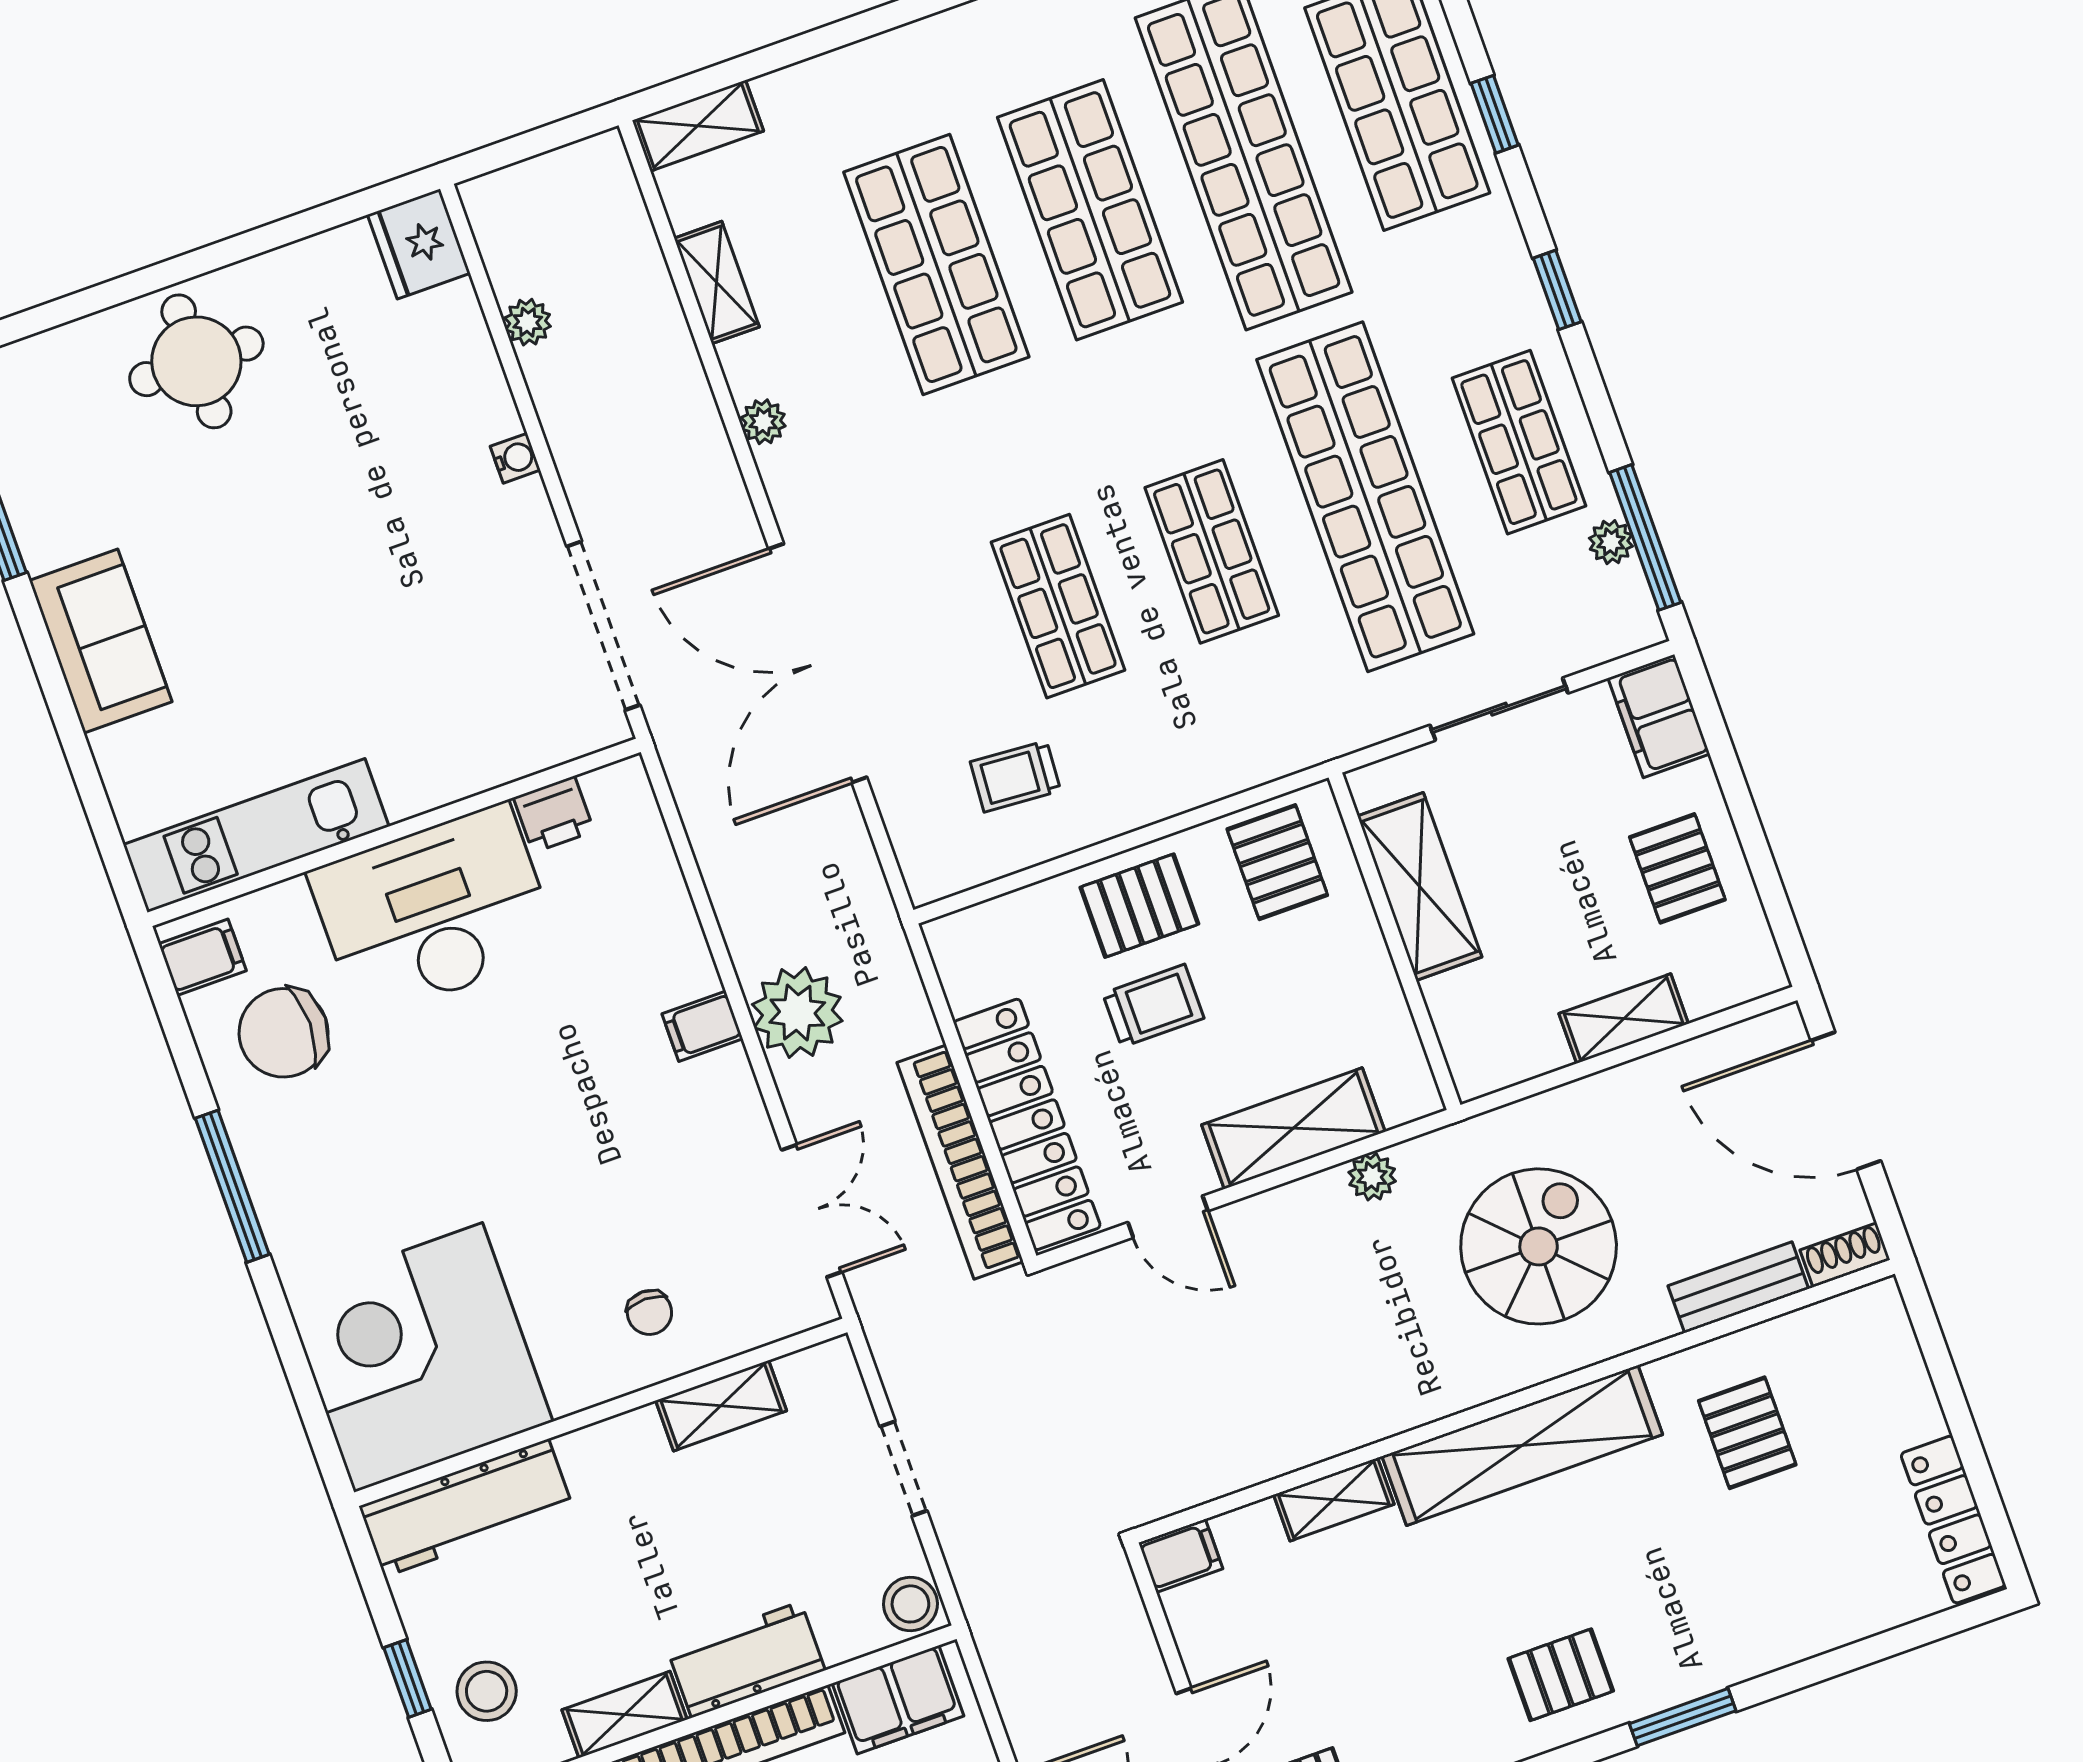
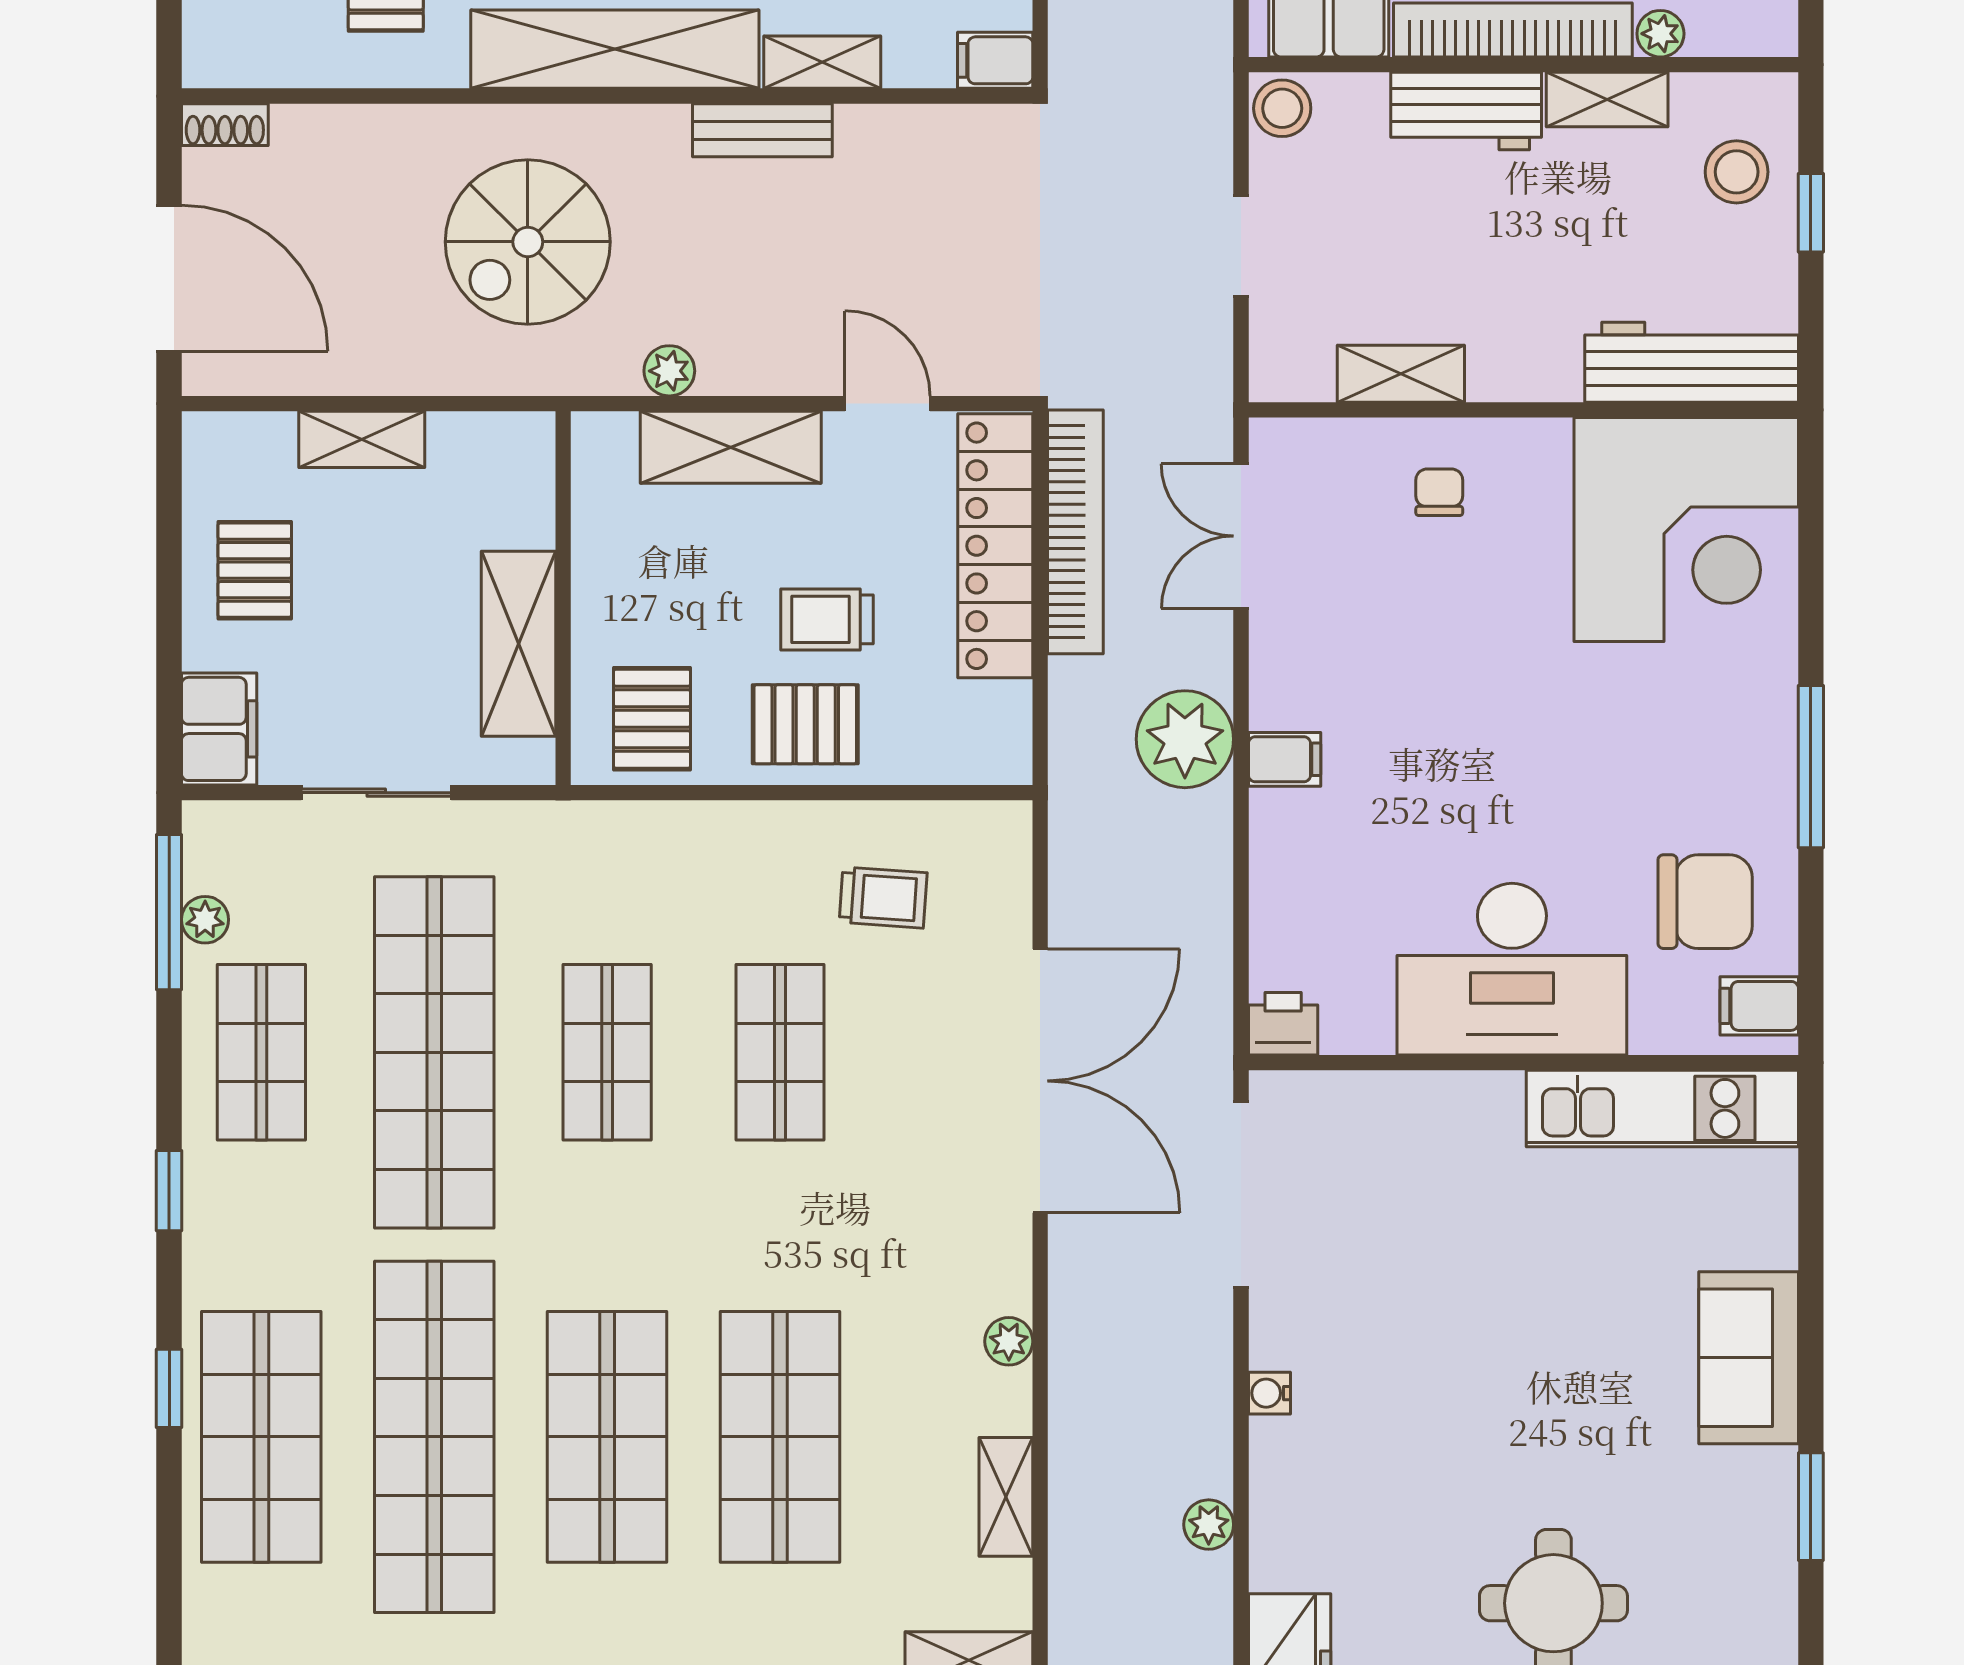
printer: (554, 814) -> (1283, 1024), moved
bench: (1738, 1287) -> (762, 130), moved

